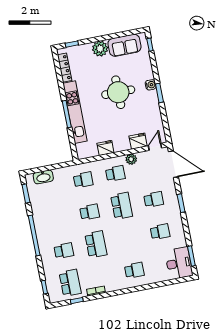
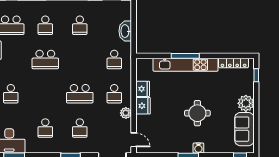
round table: (118, 92) -> (197, 113), width x0.73, depth x0.73
fridge: (138, 141) -> (143, 106), moved
washbasin: (43, 177) -> (125, 31), moved
school desk: (90, 212) -> (80, 25), moved

